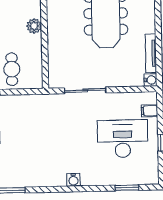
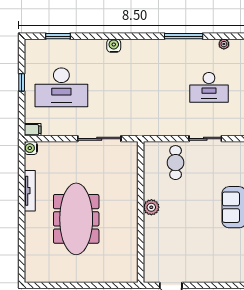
tv unit: (151, 53) -> (30, 191), moved
filing cabinet: (149, 111) -> (33, 130), moved

